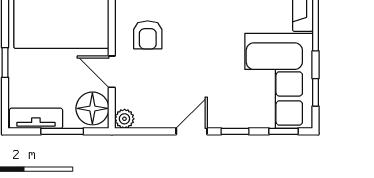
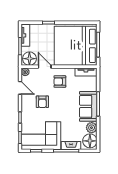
door: (112, 72) -> (45, 67), hinge flipped
armchair: (197, 77) -> (42, 102), added
door: (192, 131) -> (20, 88), moved

